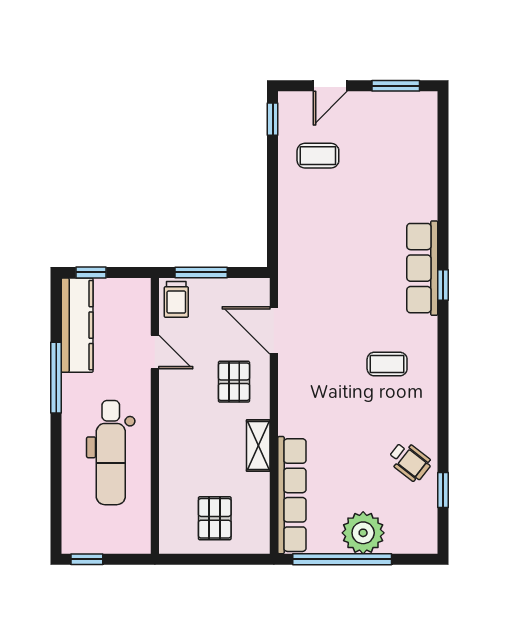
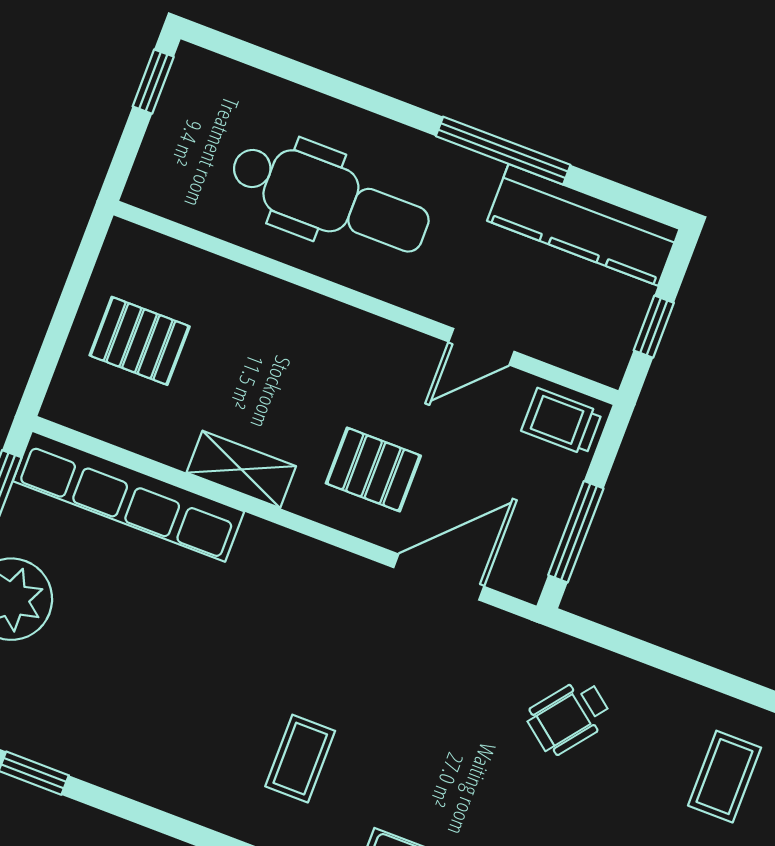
window: (91, 272) -> (654, 327), moved
window: (201, 272) -> (576, 532), moved
dental chair: (111, 453) -> (330, 198), turned 180
wheelchair: (410, 461) -> (569, 717), moved

